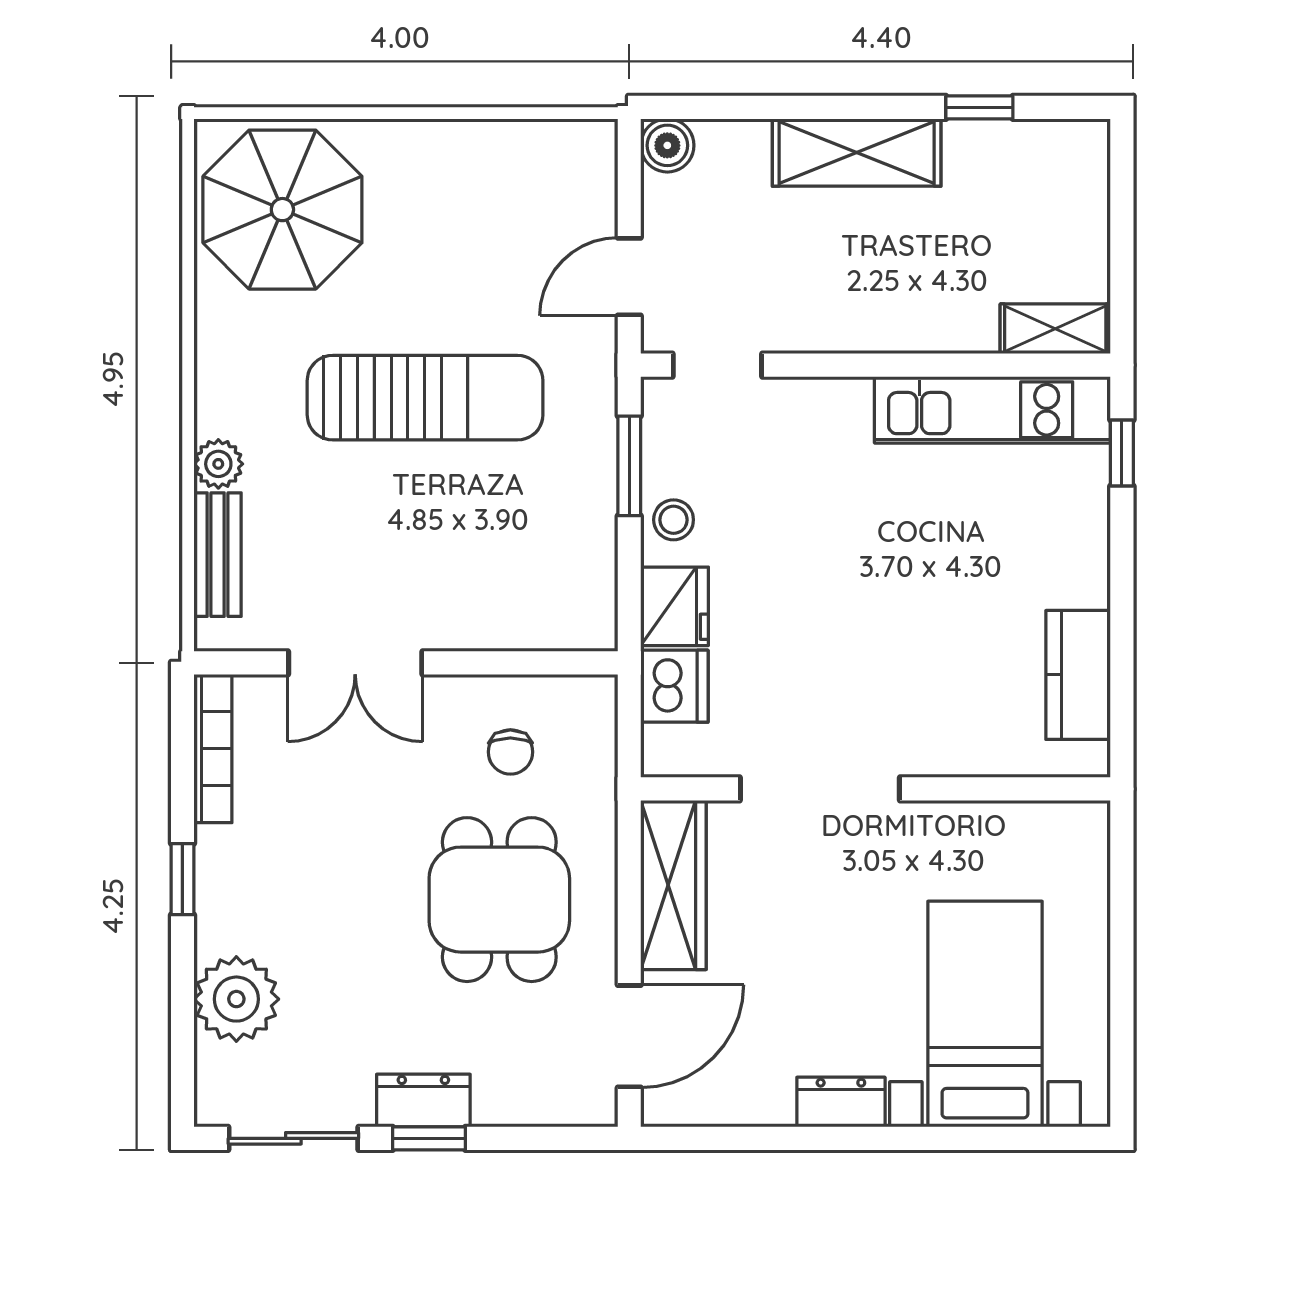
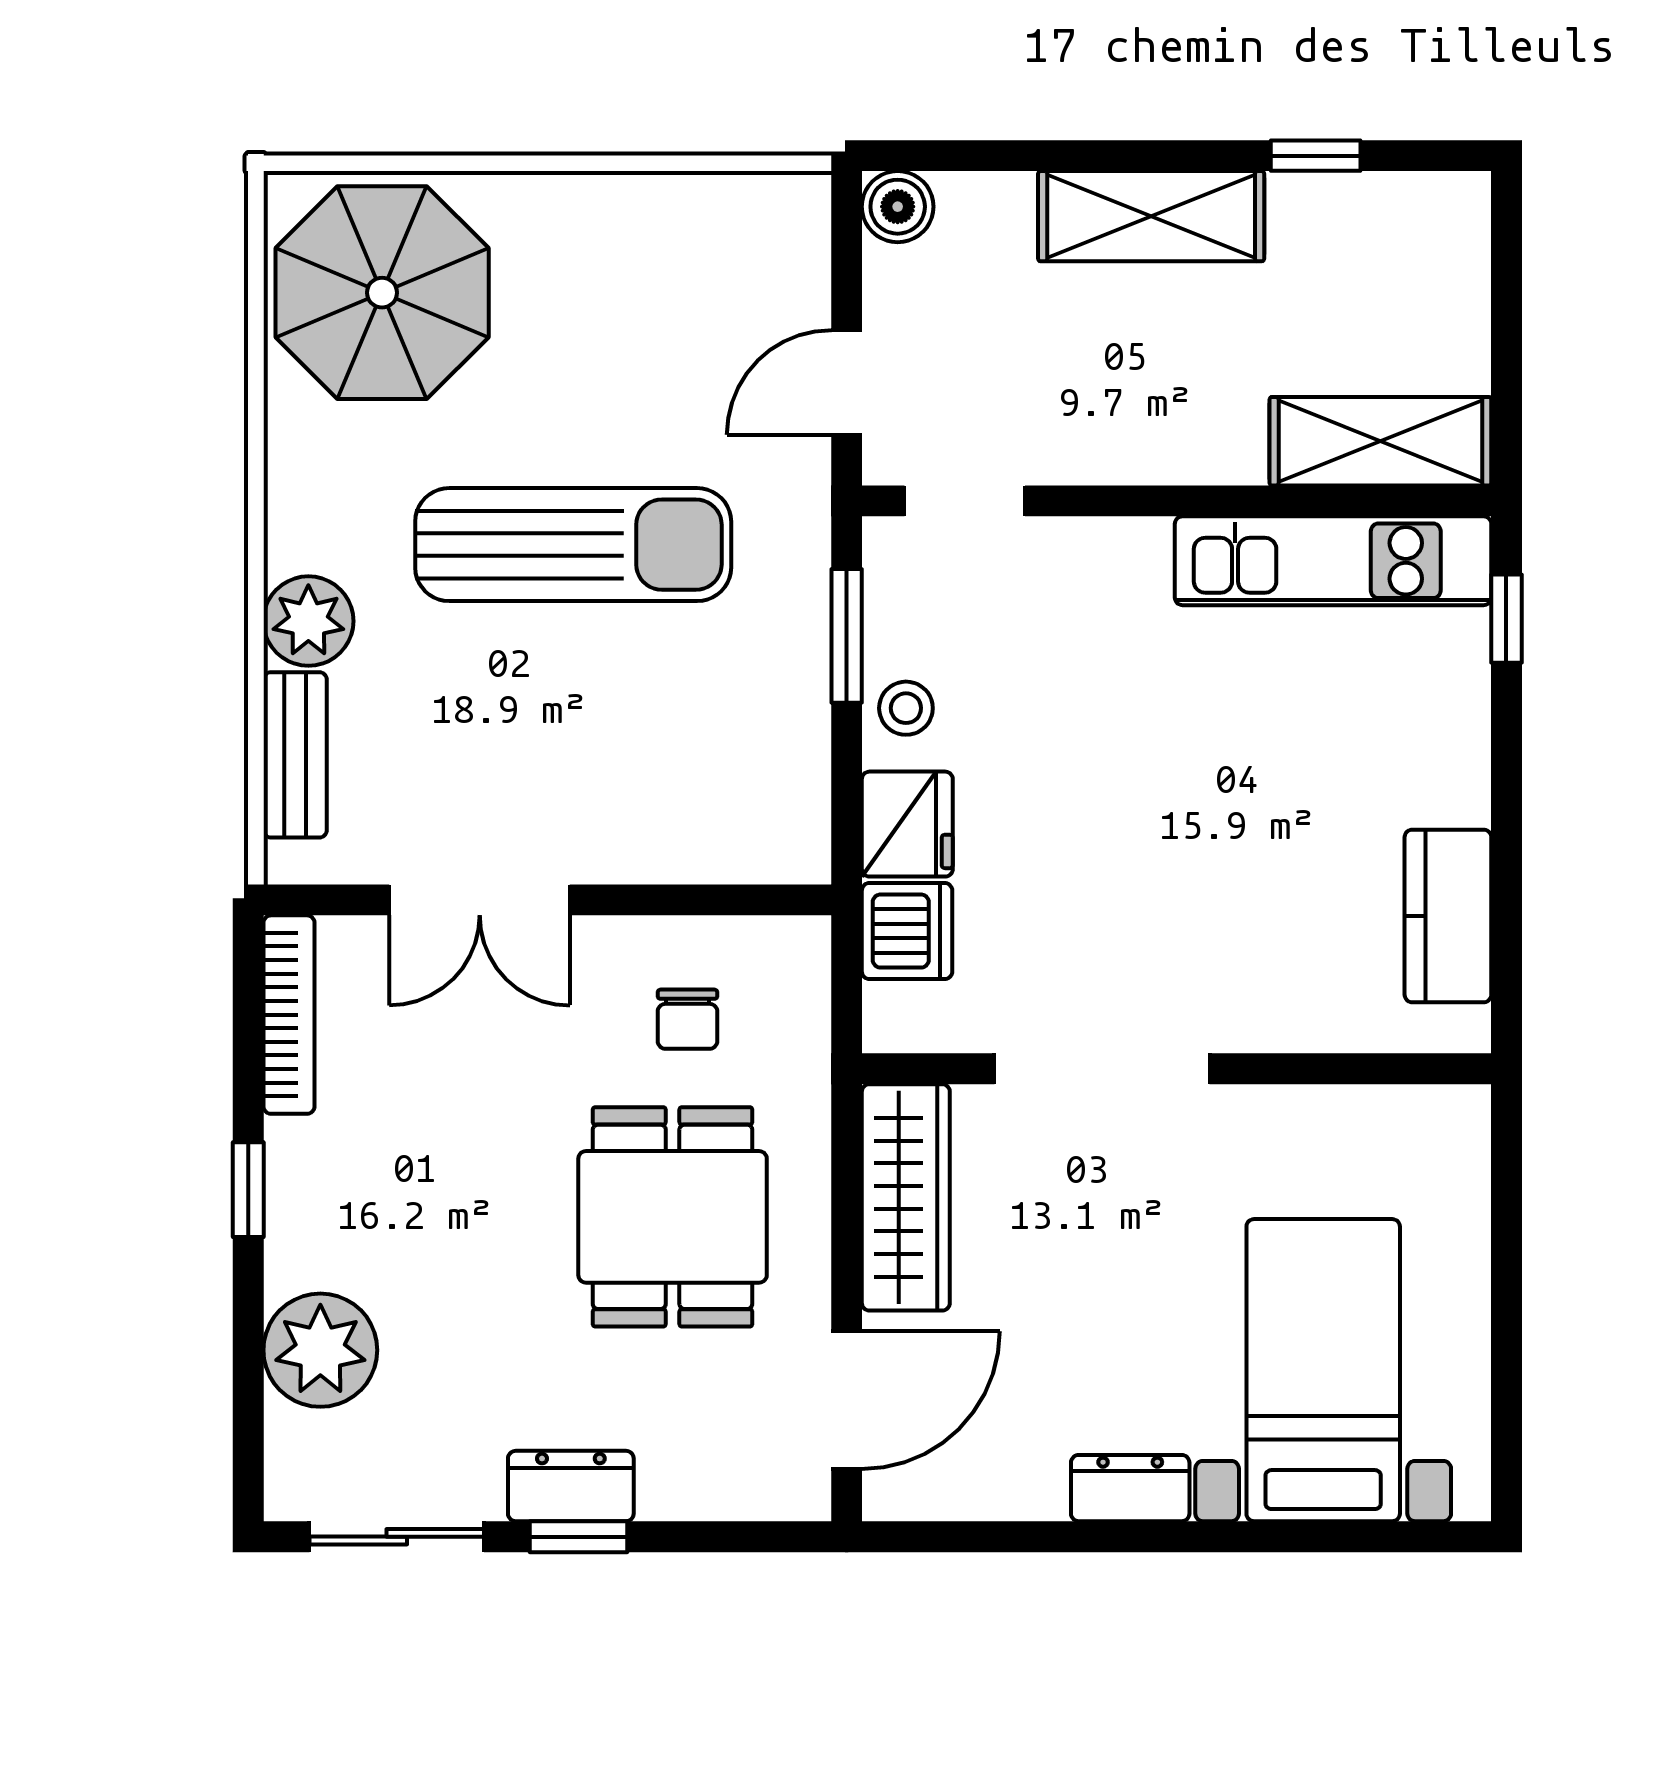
shelving: (1055, 329) -> (1380, 441), width x1.50, depth x1.33
plant: (218, 464) -> (308, 621), width x1.38, depth x1.38

